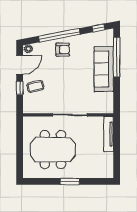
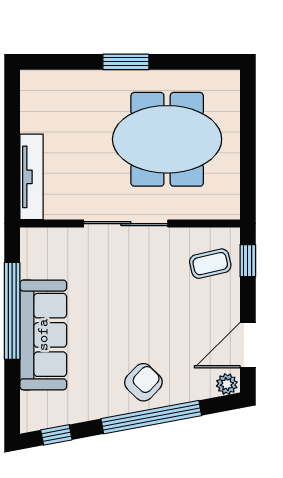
armchair: (63, 50) -> (143, 382), turned 134
window: (117, 57) -> (12, 311), moved
coffee table: (35, 86) -> (210, 264), moved
window: (20, 88) -> (248, 261), moved

